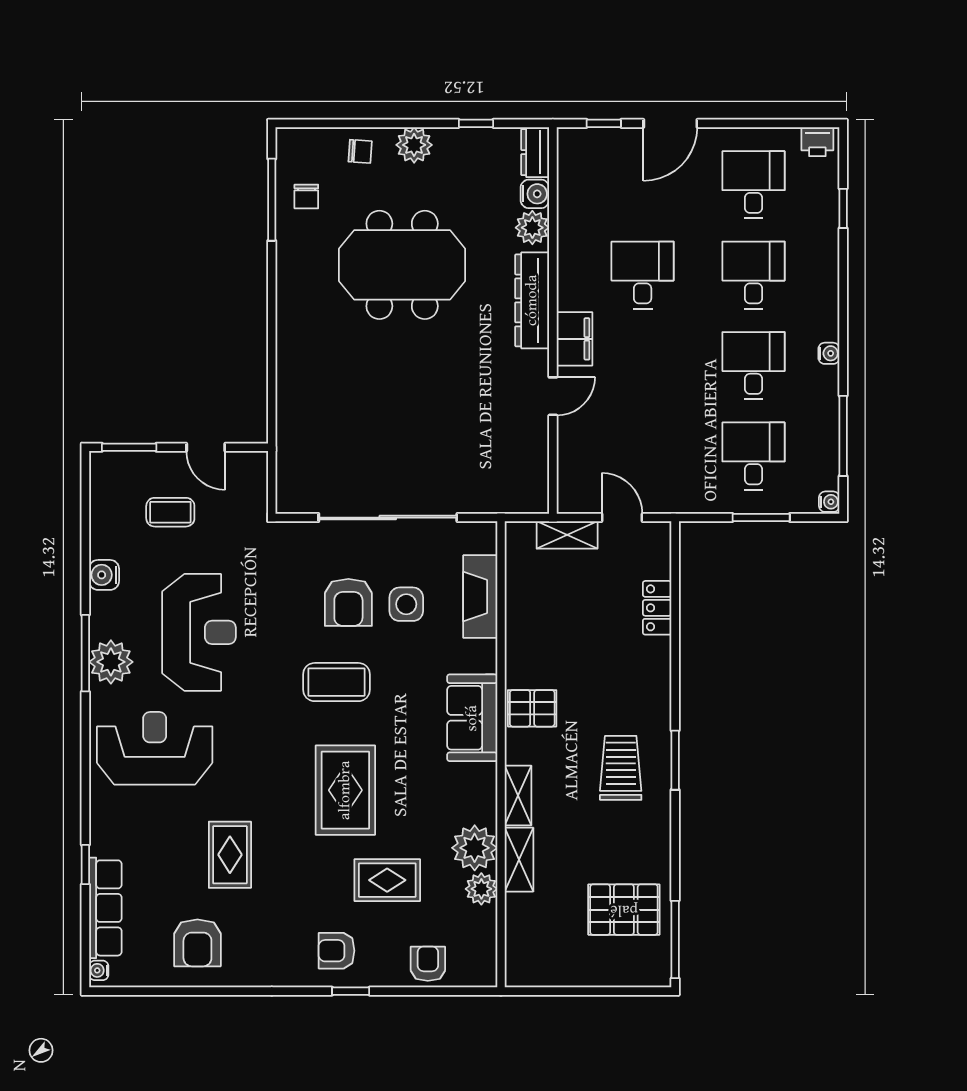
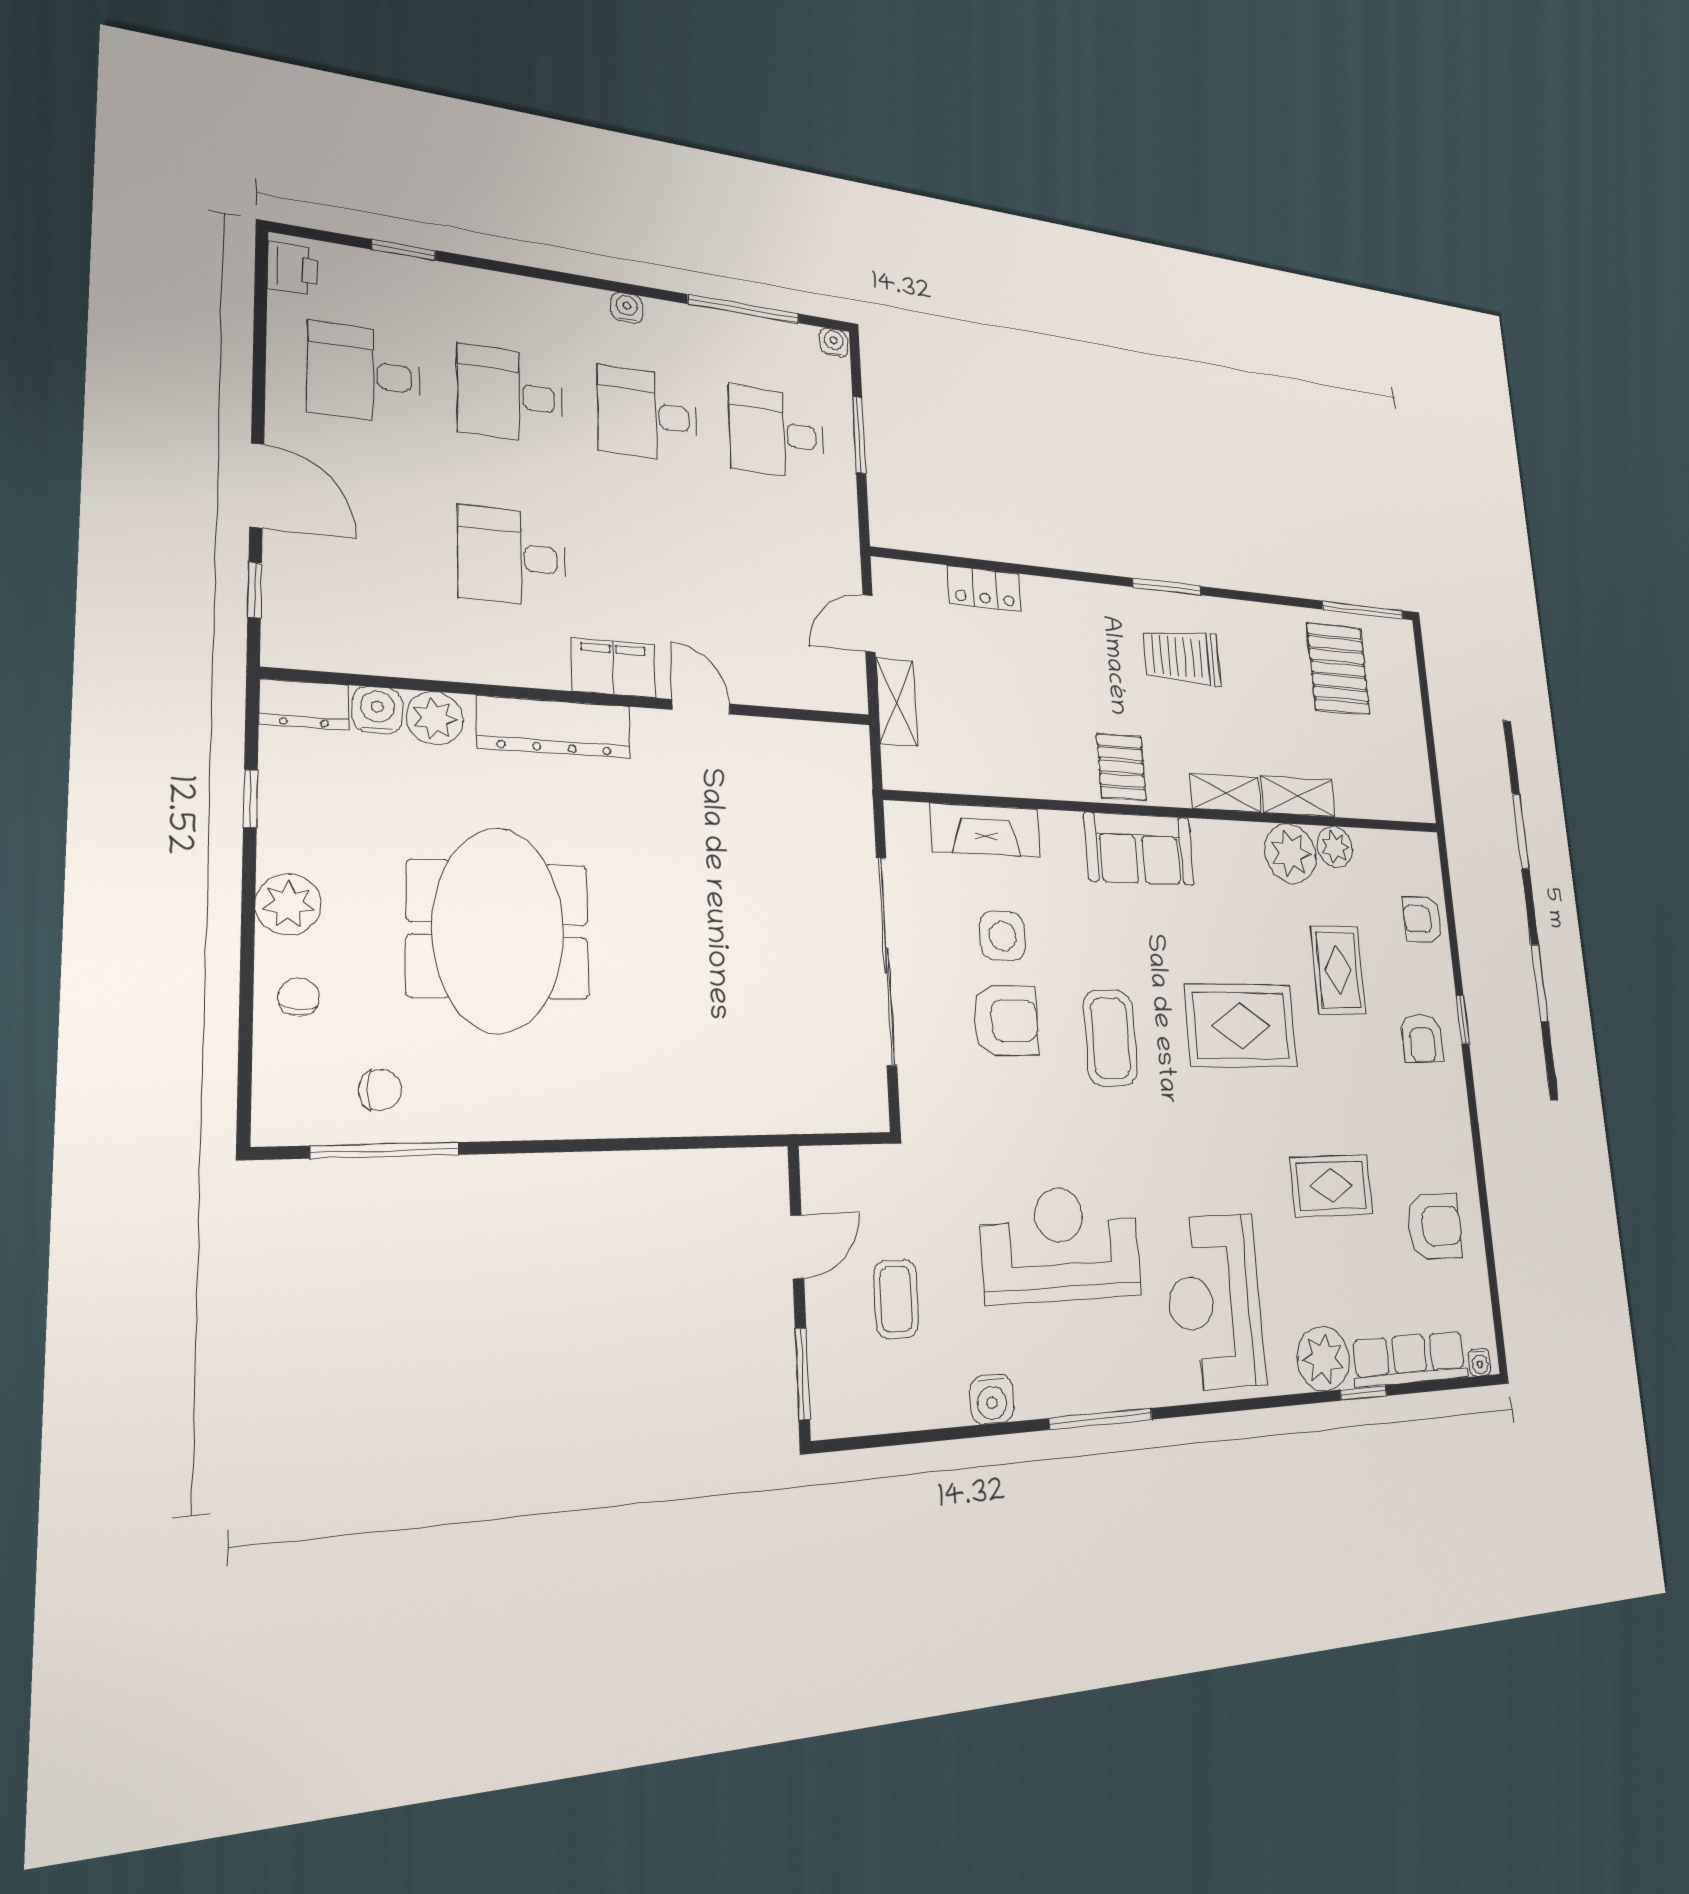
plant: (111, 662) -> (1323, 1359), moved

